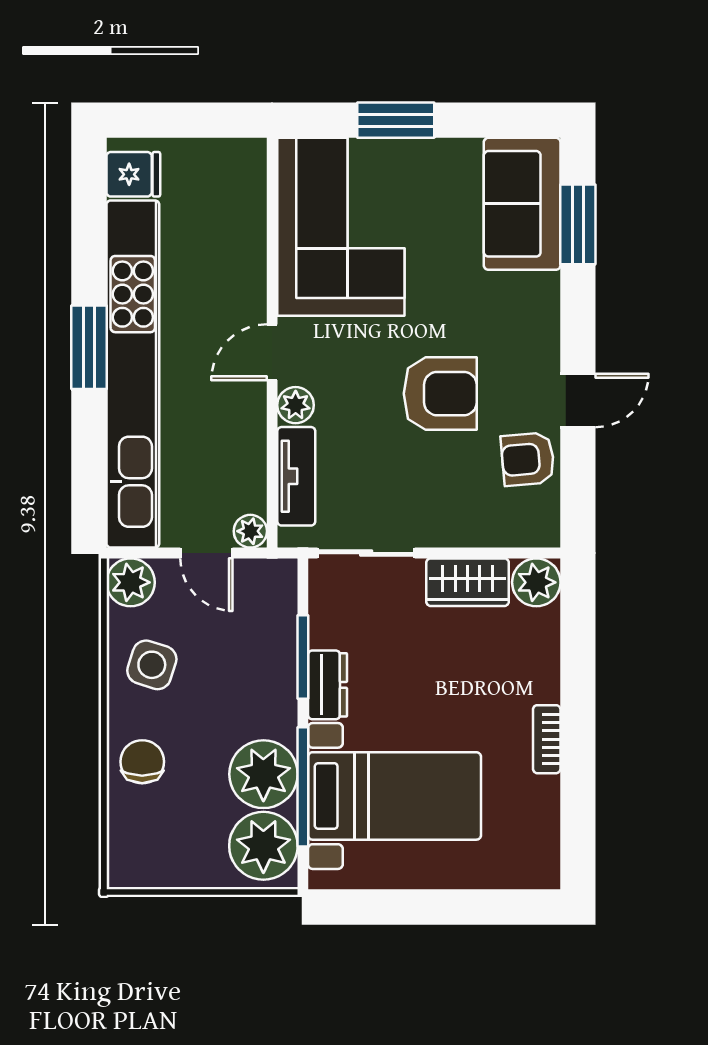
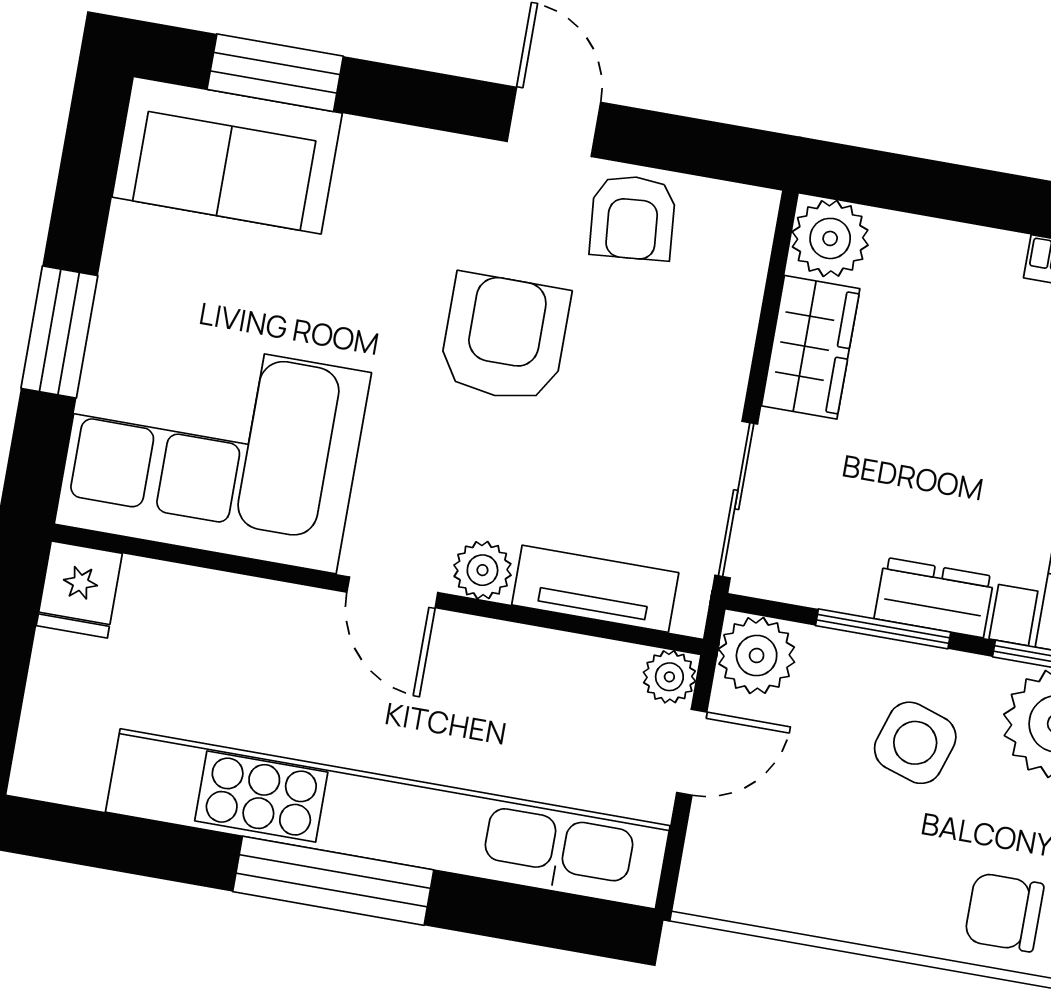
fridge: (133, 174) -> (79, 589), moved, turned 180
window: (89, 347) -> (333, 881), width x1.44
plant: (131, 582) -> (757, 656), moved
side table: (152, 665) -> (915, 743), moved

